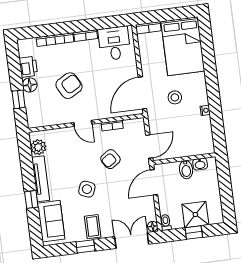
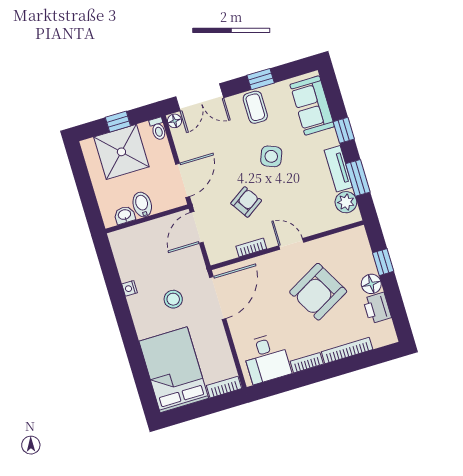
armchair: (69, 86) -> (318, 292), width x1.36, depth x1.36
window: (27, 163) -> (358, 178), added
tv unit: (41, 179) -> (338, 169), width x0.71
shower: (195, 215) -> (121, 152), width x1.37, depth x1.37

